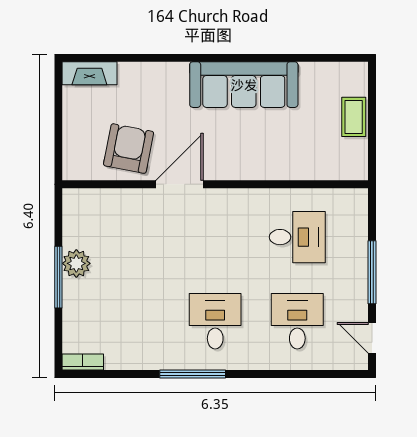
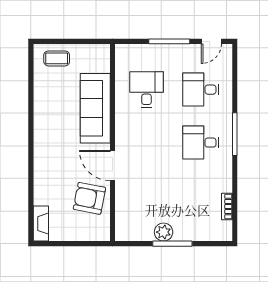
sofa: (244, 85) -> (95, 108), moved, turned 180
coffee table: (354, 117) -> (57, 58), moved
bookcase: (83, 362) -> (227, 206), moved
window: (193, 374) -> (235, 134), moved

